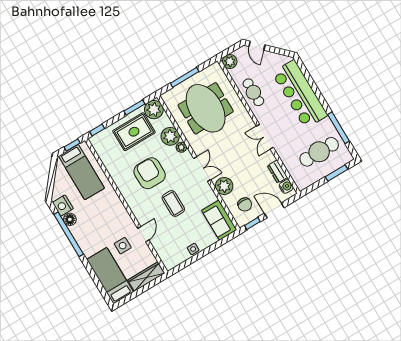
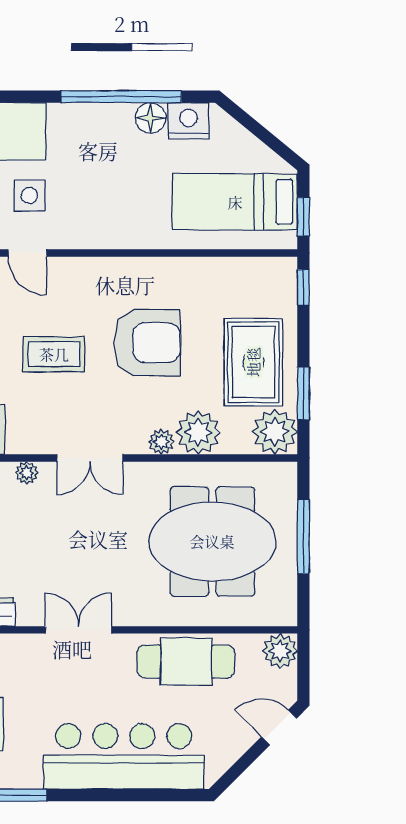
cafe table: (253, 92) -> (186, 662), width x1.37, depth x1.35
plant: (224, 186) -> (27, 473), width x0.53, depth x0.53

